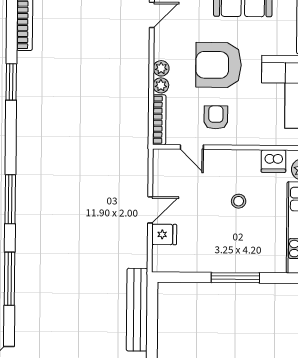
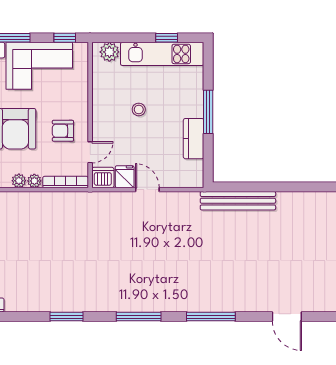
window: (11, 82) -> (67, 317), moved
dishwasher: (273, 161) -> (103, 178), moved, turned -90
fridge: (164, 234) -> (125, 177), moved
kitchen counter: (206, 261) -> (194, 139), added

